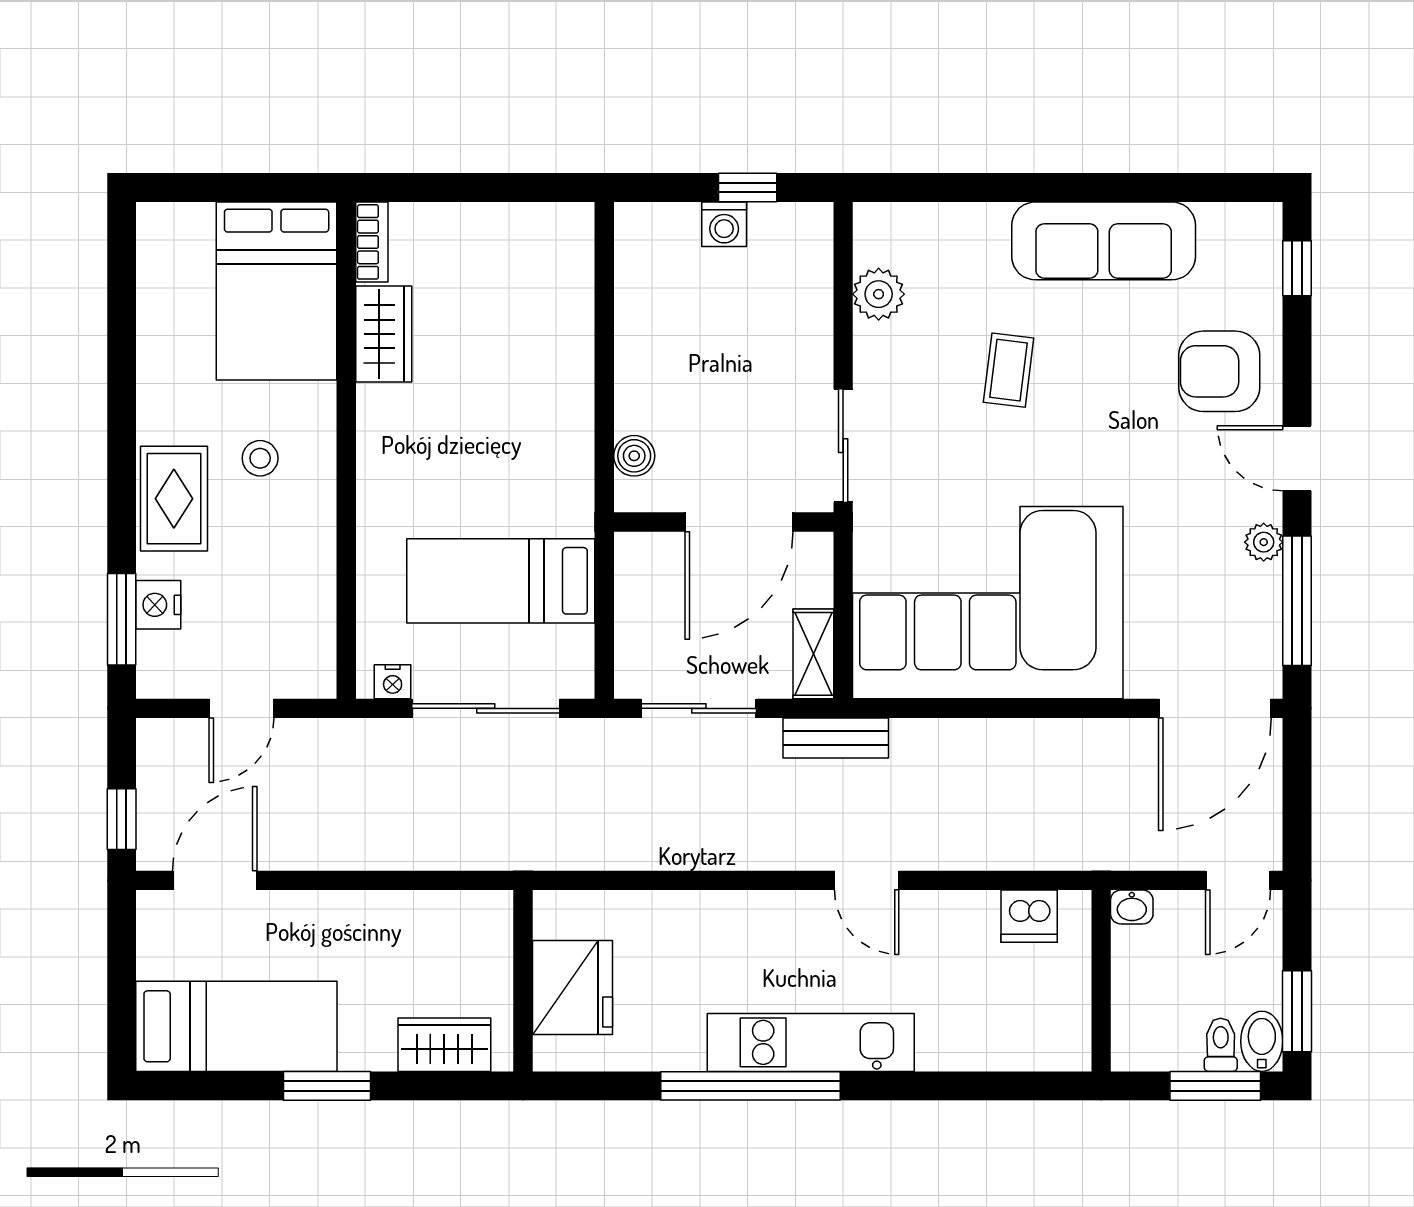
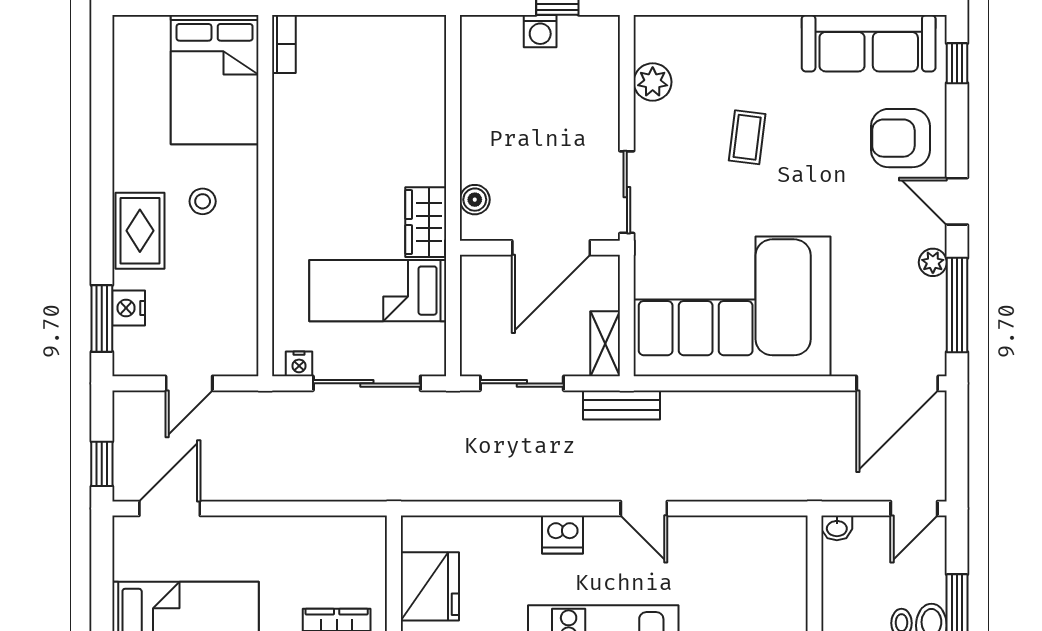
sofa: (1104, 241) -> (869, 43), moved
wardrobe: (384, 334) -> (426, 222), moved, turned 180
dishwasher: (1029, 916) -> (562, 535), moved

